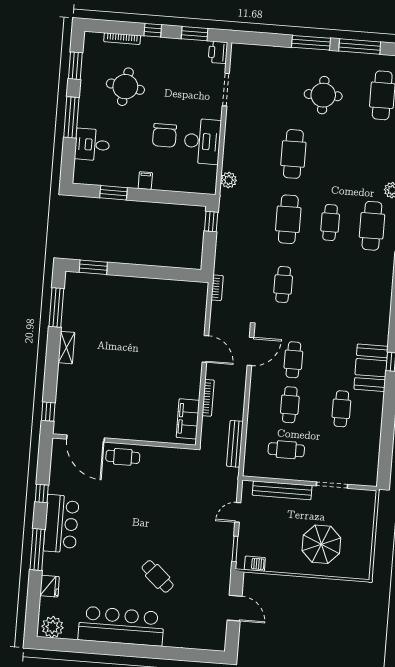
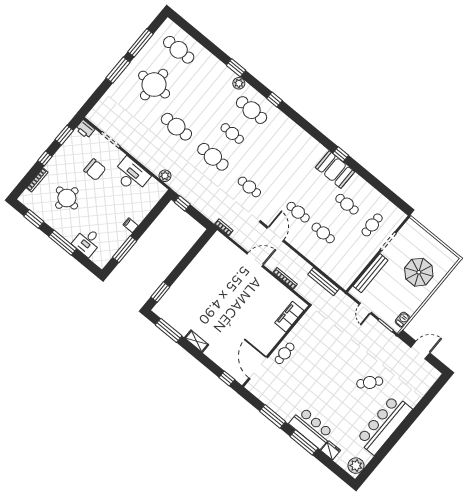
round table: (323, 95) -> (154, 85), width x1.36, depth x1.36
chair: (164, 135) -> (95, 170), moved
window: (113, 193) -> (125, 249), width x1.44
filing cabinet: (188, 419) -> (289, 317), moved, turned 90
door: (85, 438) -> (258, 368), swing flipped
cafe table: (286, 450) -> (372, 225), moved
window: (42, 493) -> (273, 416), width x2.17
bar counter: (61, 524) -> (311, 428), moved

